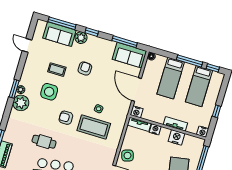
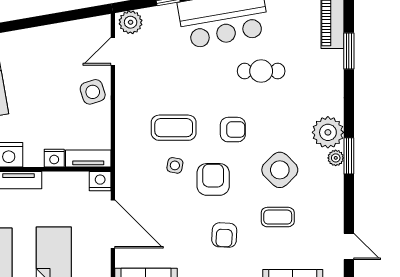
side table: (49, 92) -> (280, 170), turned 45
armchair: (82, 97) -> (213, 179), added
coffee table: (94, 127) -> (174, 128), width x0.73, depth x0.76

